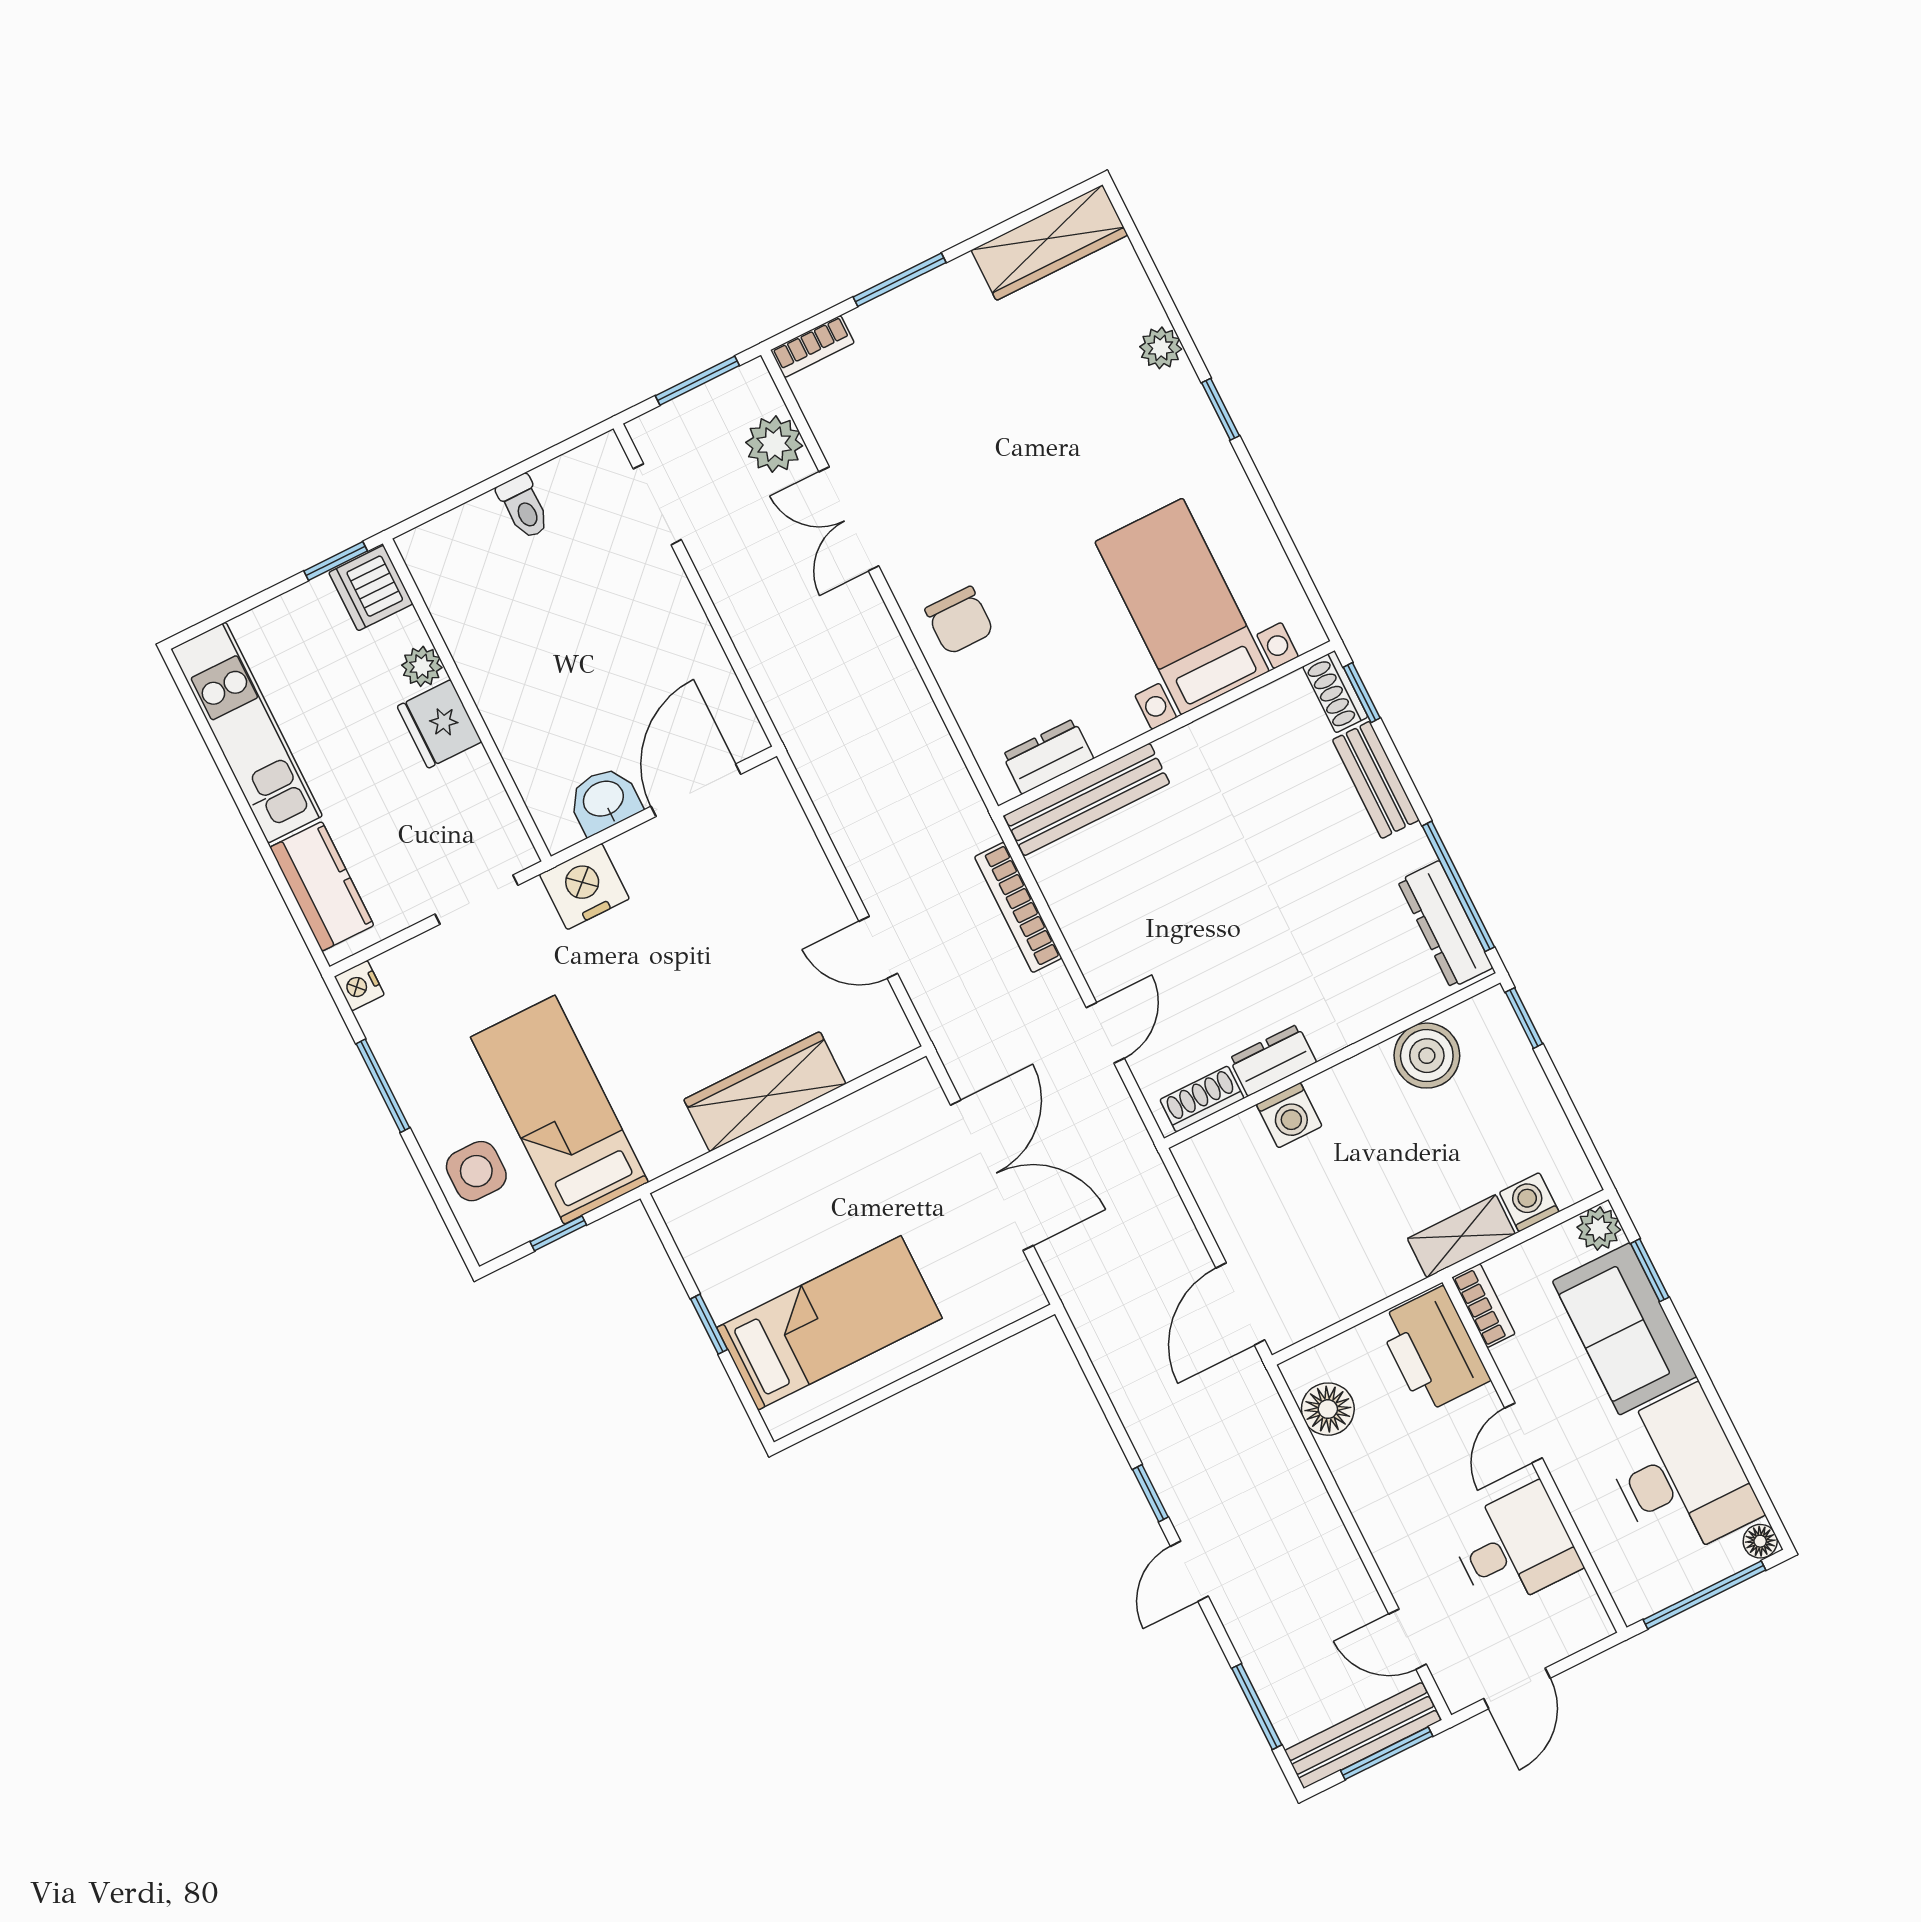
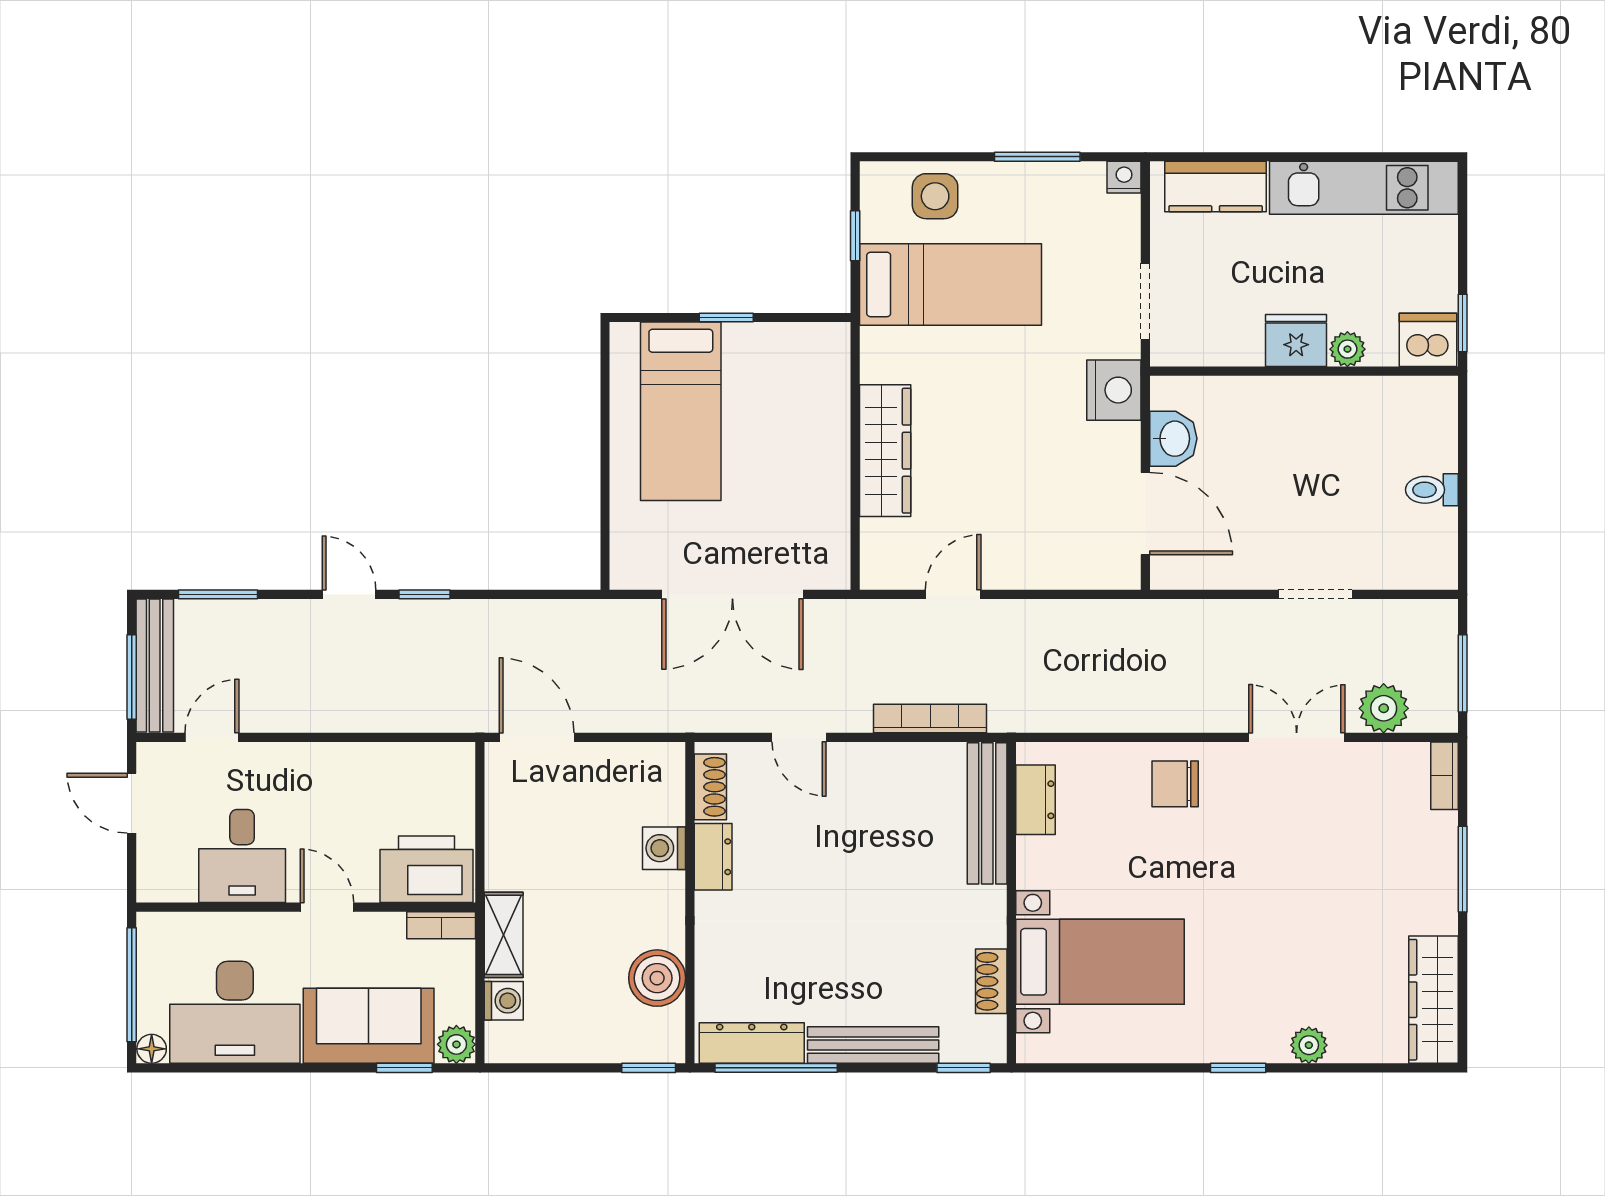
doorway: (657, 504) -> (1315, 594), moved
shoe rack: (1335, 692) -> (991, 981), moved, turned -90
bench: (1376, 780) -> (873, 1045), width x1.36
floor lamp: (1328, 1409) -> (421, 765), removed

